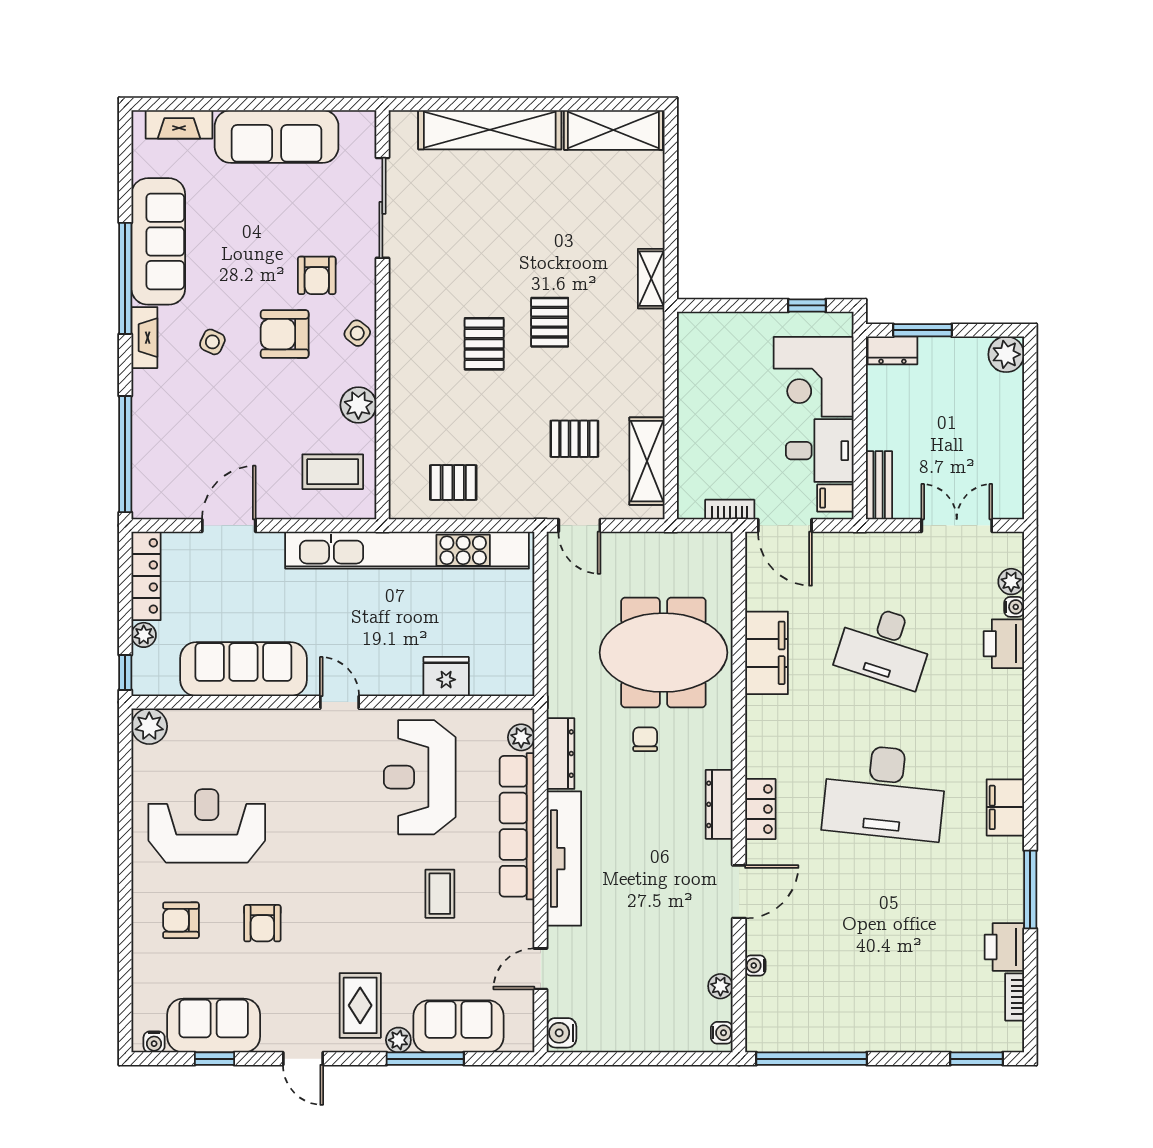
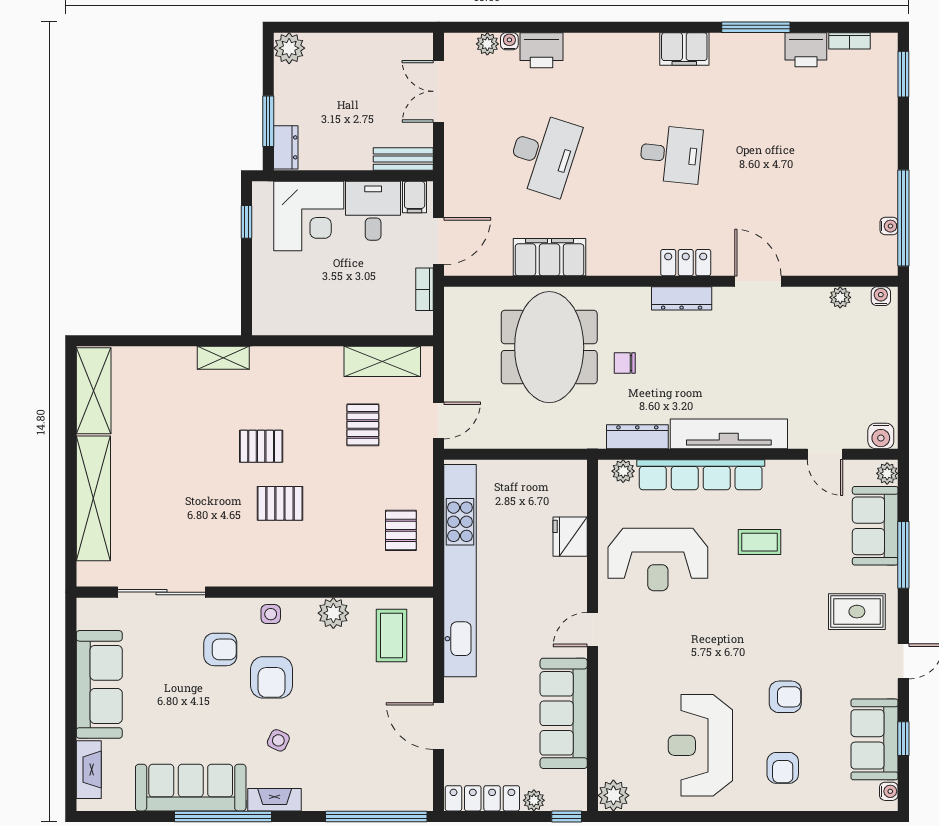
side table: (357, 333) -> (271, 614), turned -38
desk: (885, 792) -> (671, 154), width x0.53, depth x0.77
water cooler: (755, 966) -> (889, 226), moved, turned -90
plant: (398, 1040) -> (887, 473), moved

